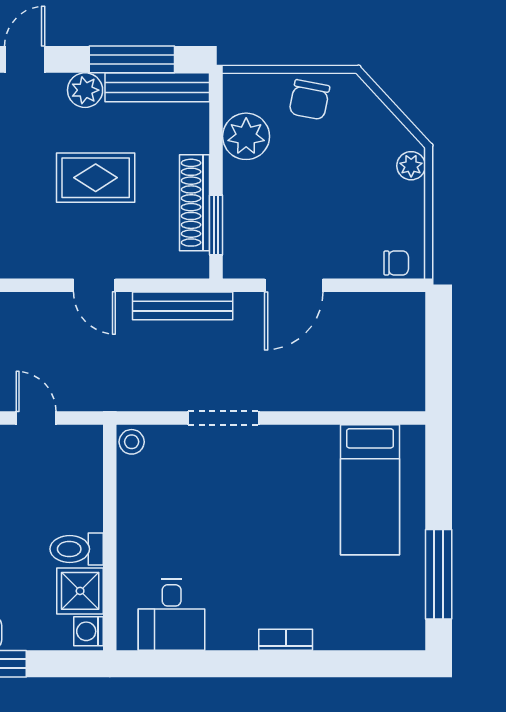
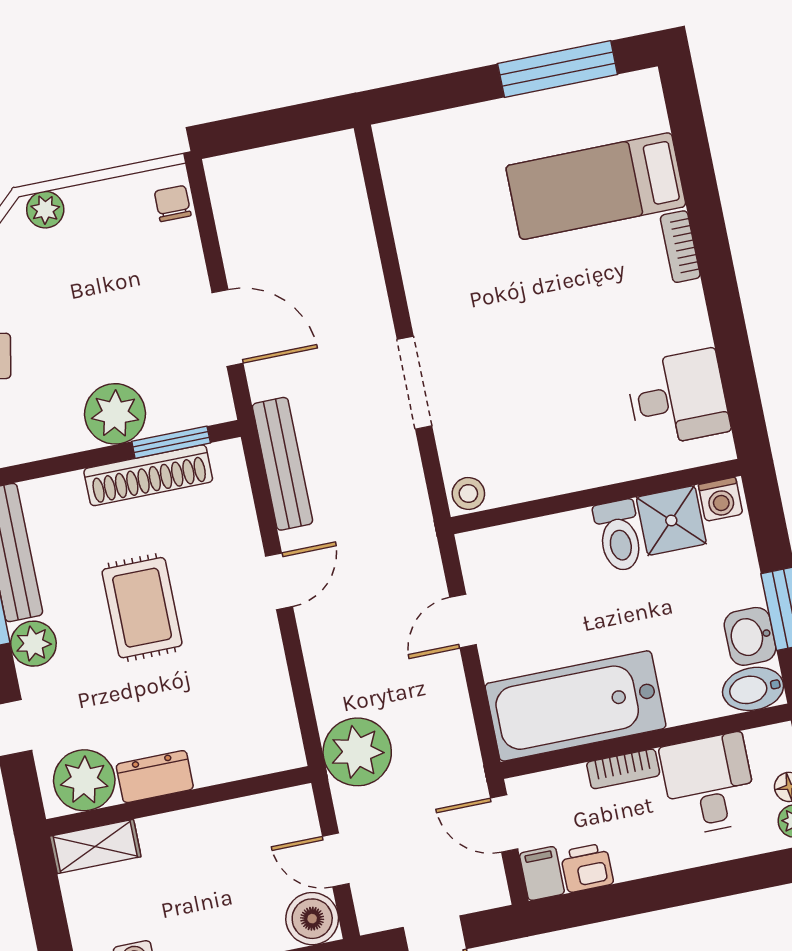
plant: (246, 136) -> (115, 414), moved
bed: (370, 490) -> (596, 186), moved, turned 180

